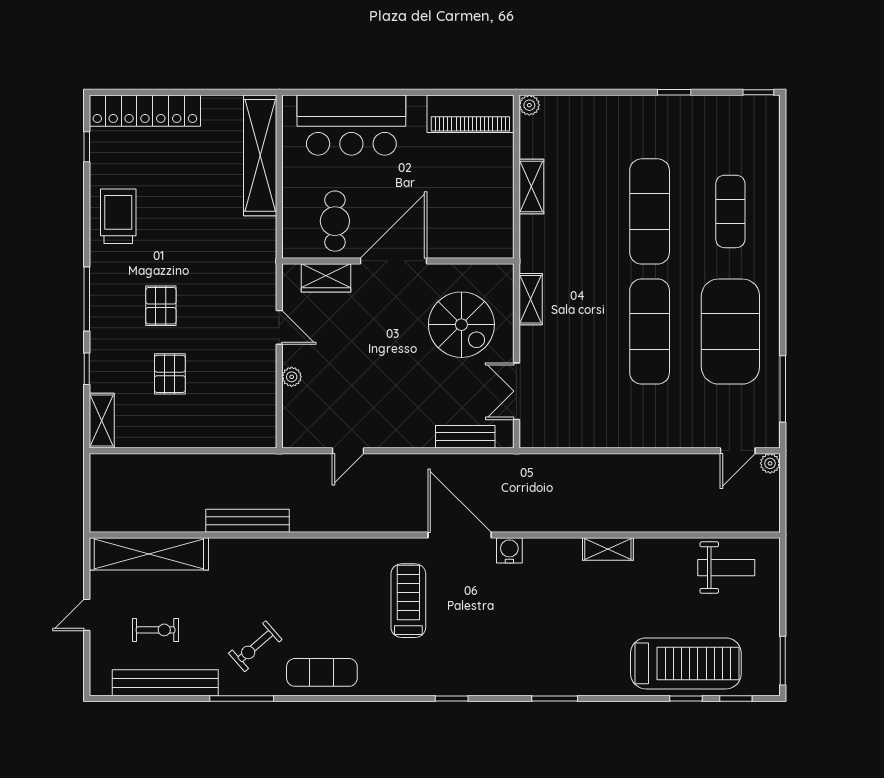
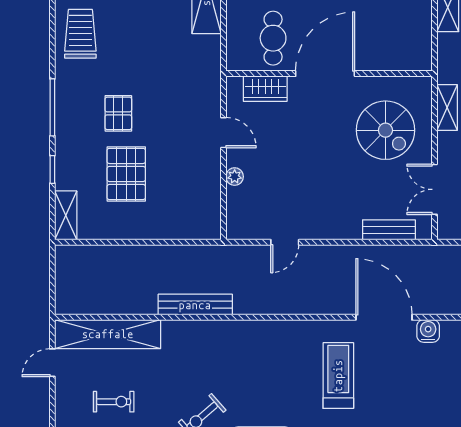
pallet: (170, 374) -> (126, 174), width x1.50, depth x1.42
door: (87, 615) -> (52, 363), moved

